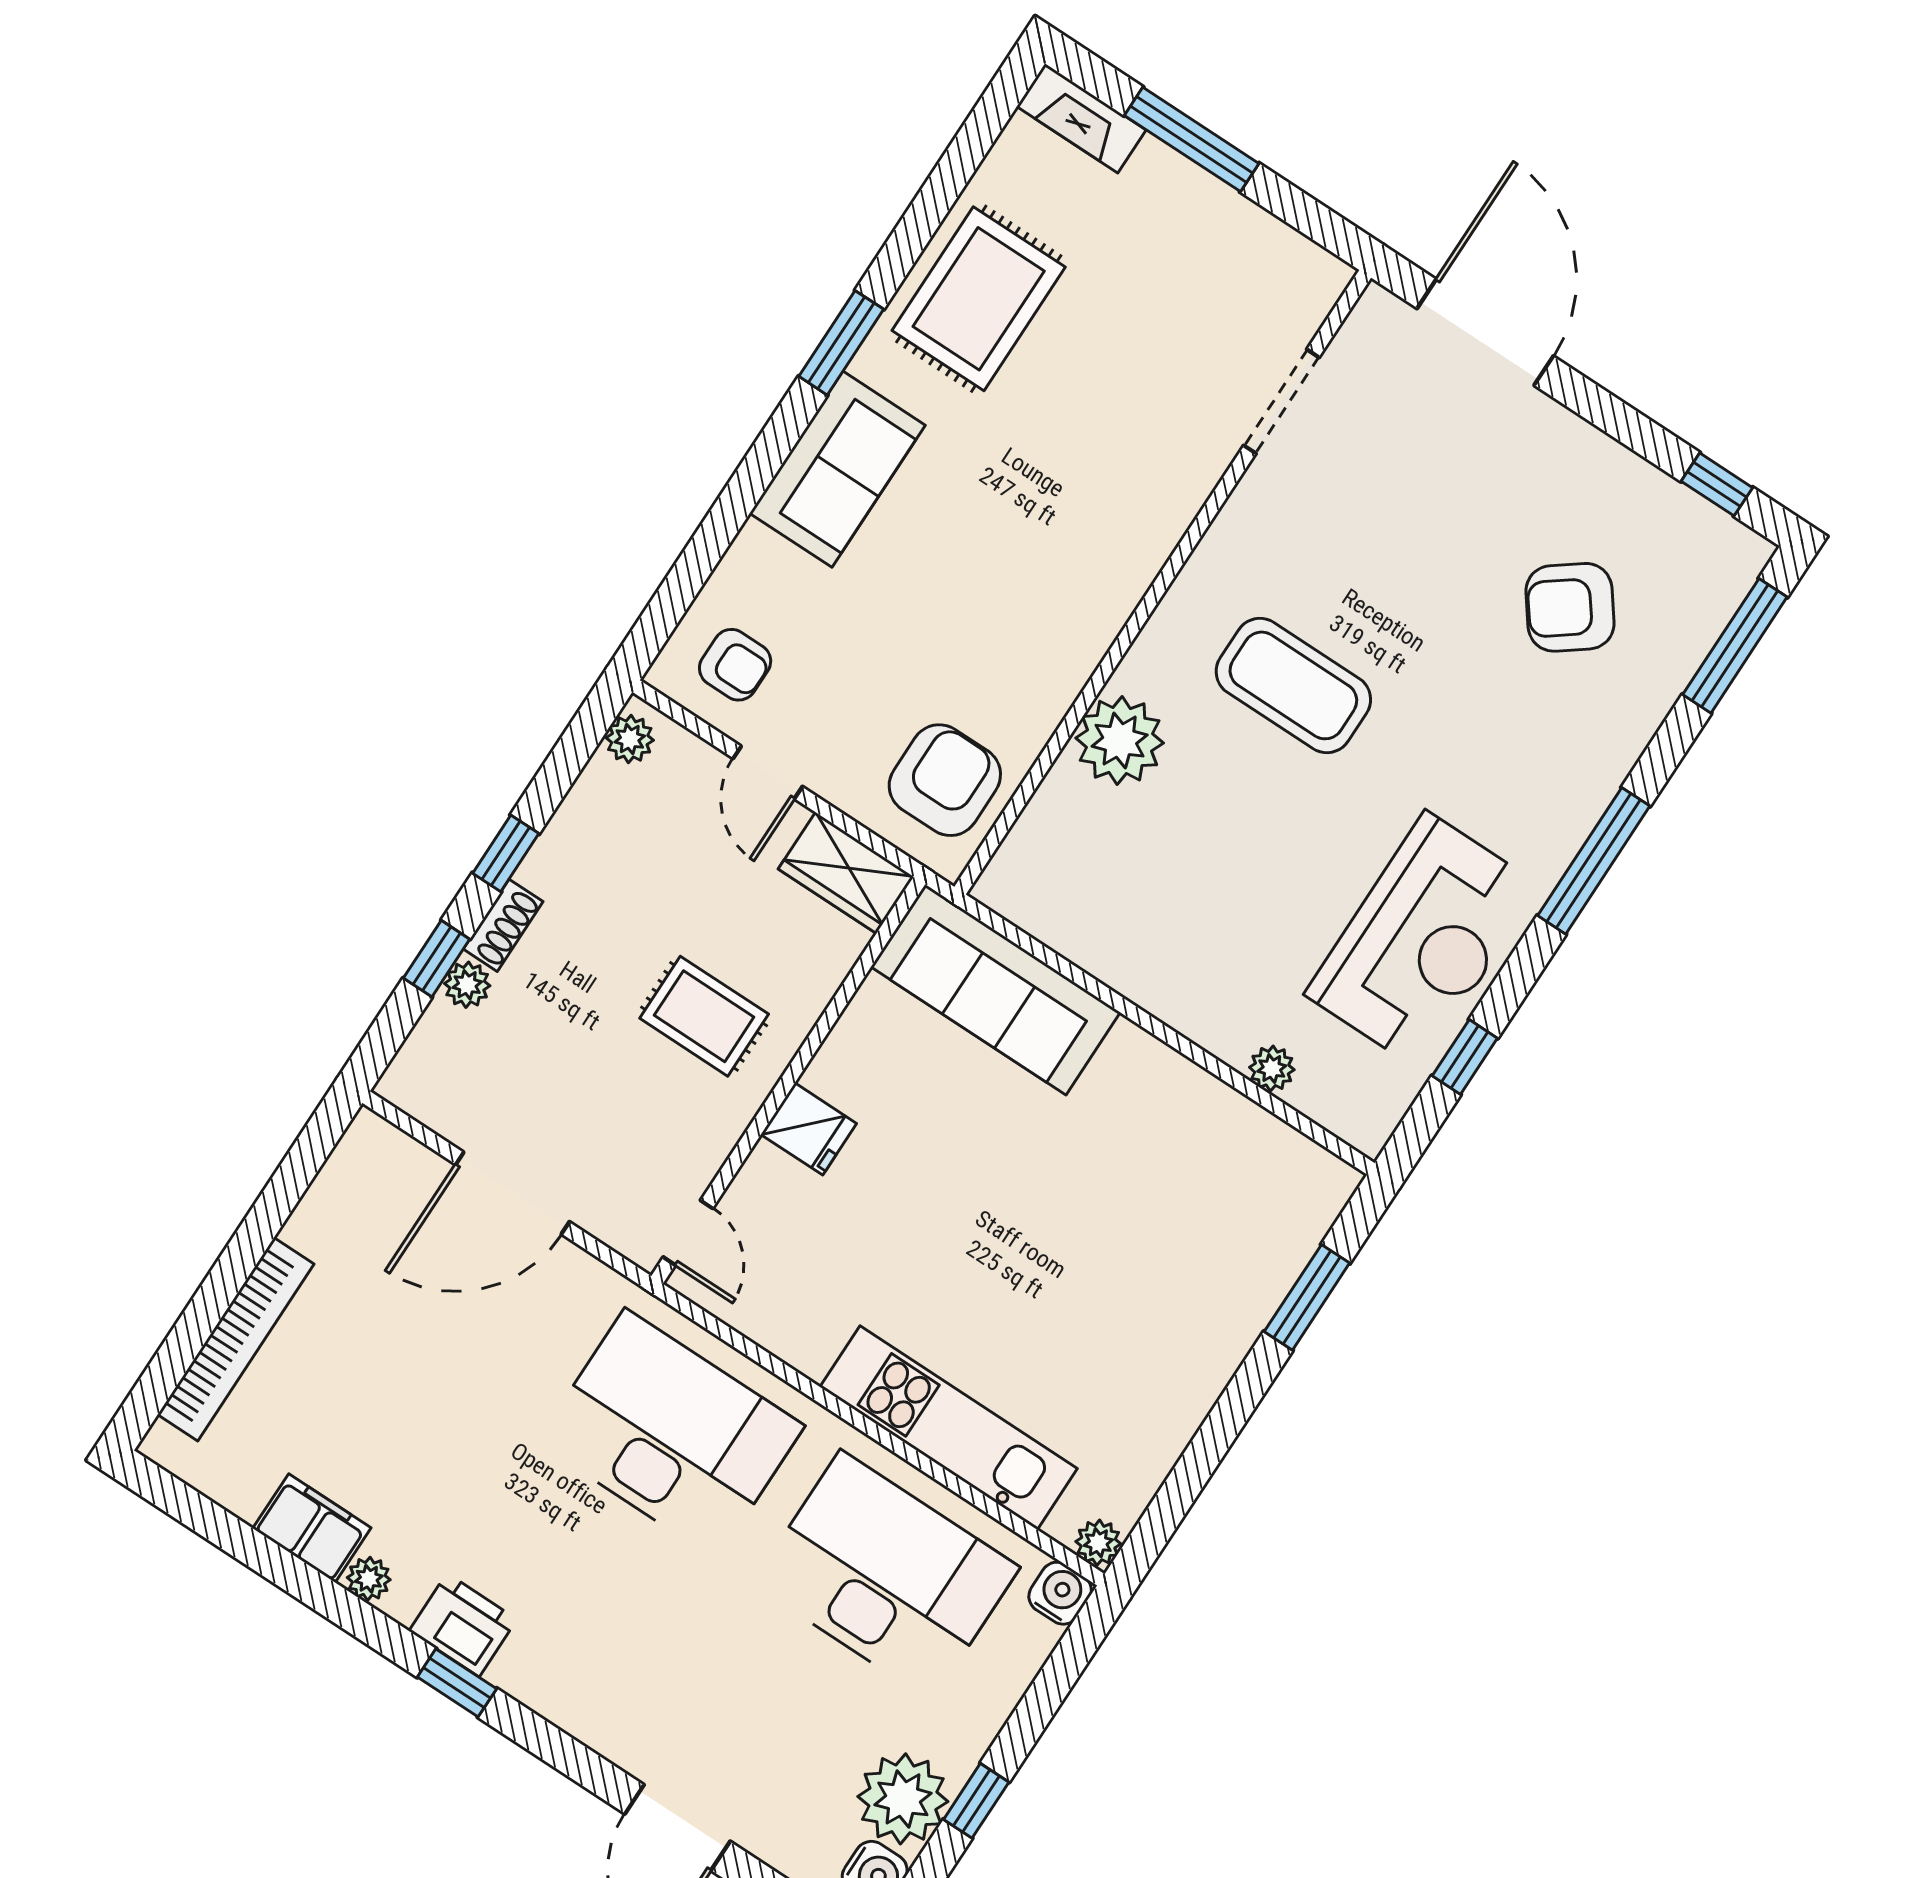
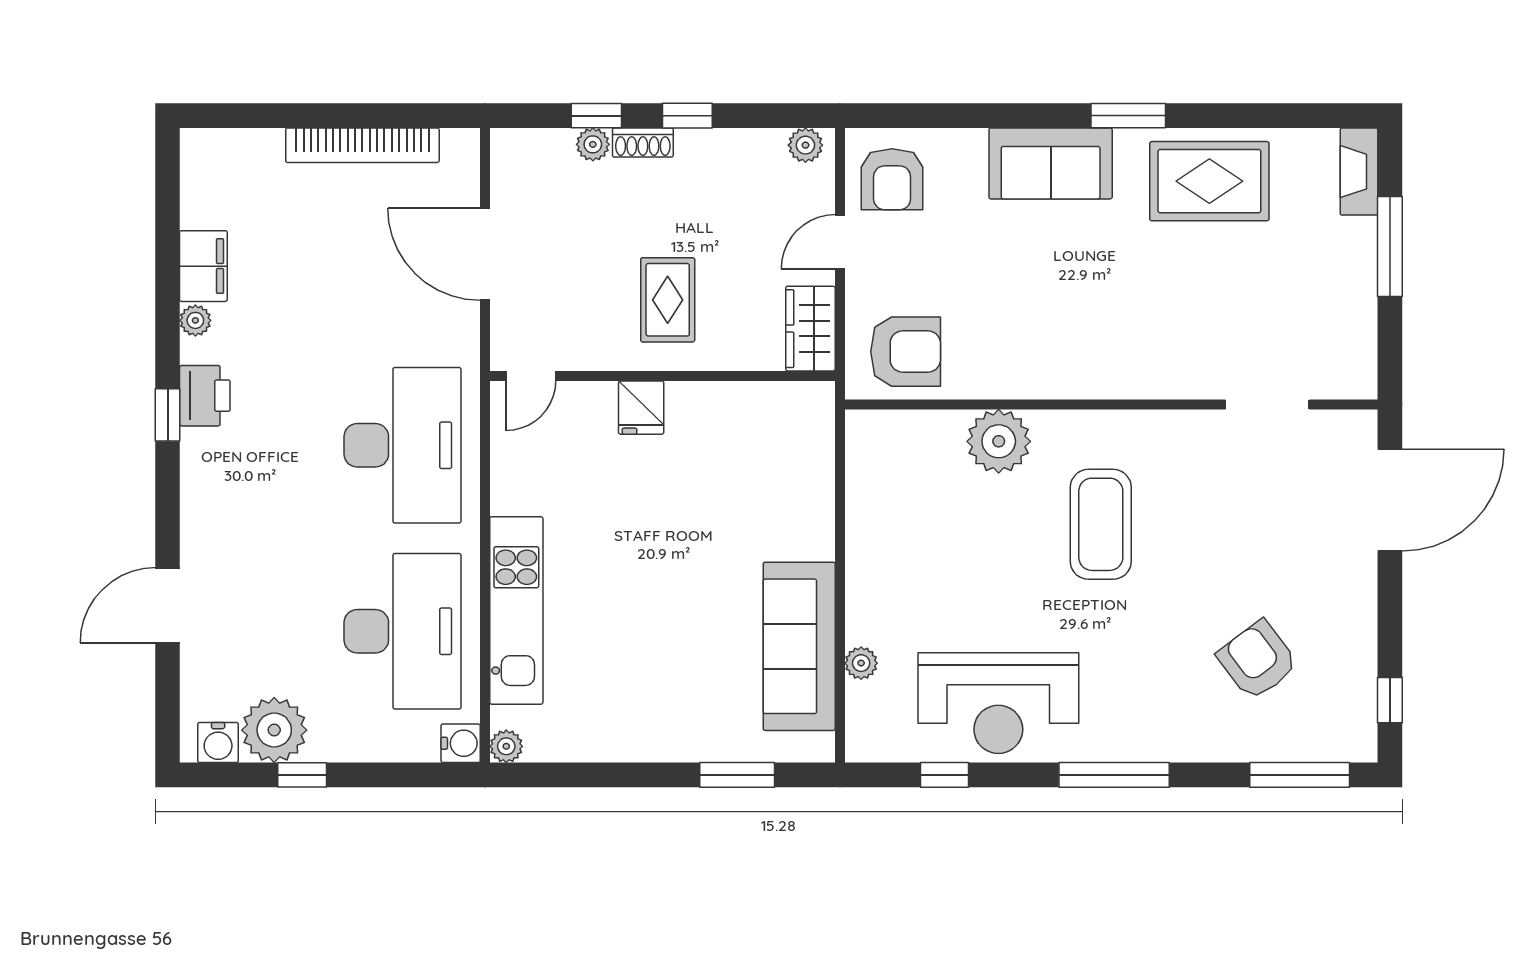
armchair: (735, 665) -> (892, 179), width x1.38, depth x1.38
sofa: (995, 990) -> (799, 646), moved
bookcase: (236, 1339) -> (362, 145), moved

